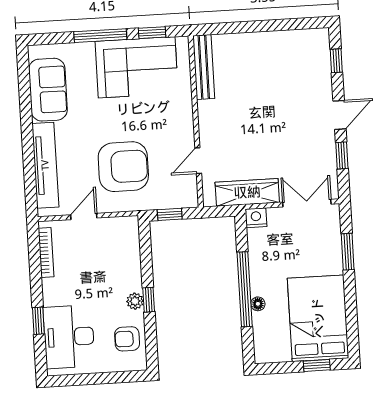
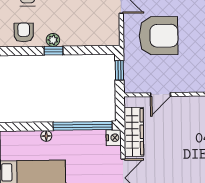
door: (198, 161) -> (161, 95), swing flipped
armchair: (123, 167) -> (159, 36), turned -90
window: (245, 289) -> (83, 126), moved

